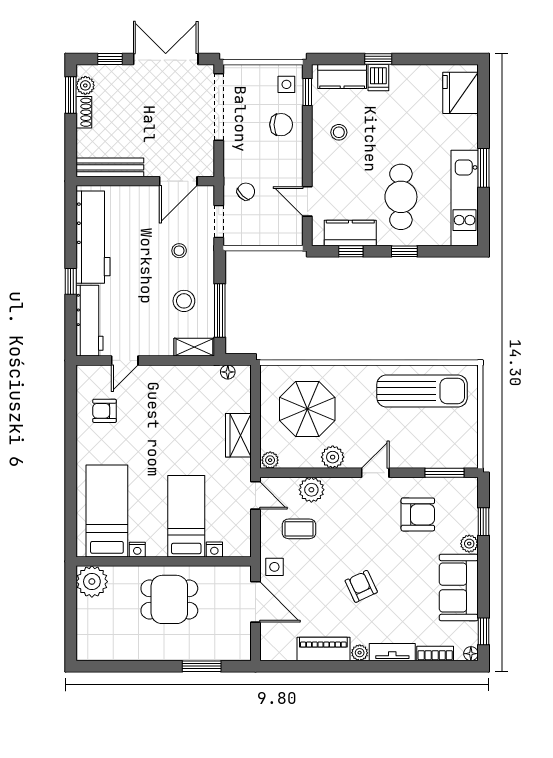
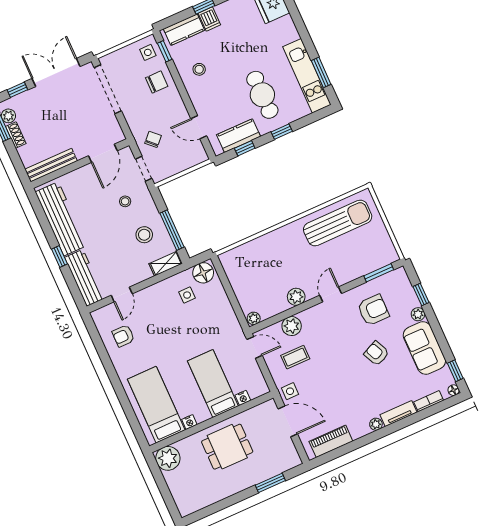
window: (483, 168) -> (321, 72), moved
floor lamp: (228, 372) -> (203, 273), width x1.89, depth x1.89
side table: (203, 396) -> (187, 295), added
parasol: (307, 409) -> (264, 271), removed
wardrobe: (238, 435) -> (224, 311), removed
armchair: (361, 586) -> (377, 353), moved
piano: (323, 649) -> (331, 441), moved

